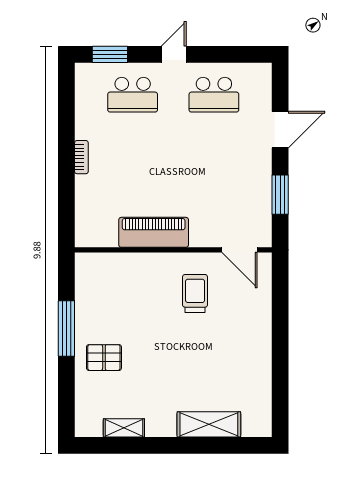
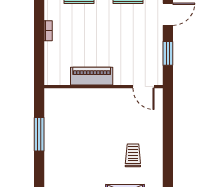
trolley: (195, 294) -> (133, 155), moved
pallet: (104, 358) -> (62, 152), removed

